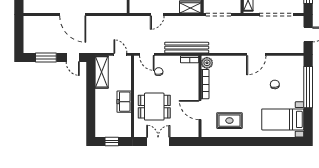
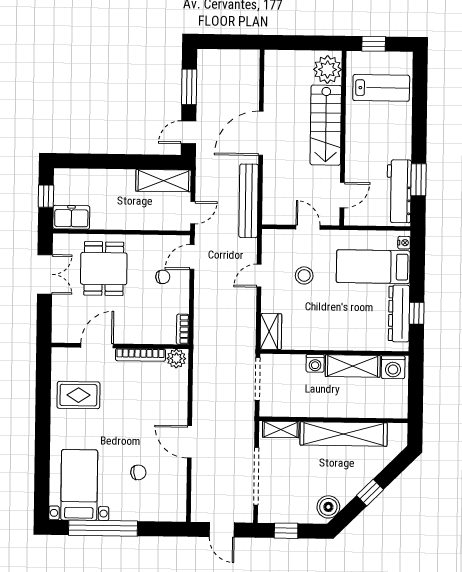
door: (157, 15) -> (259, 276), hinge flipped
bench: (187, 48) -> (249, 201), moved
window: (308, 87) -> (103, 528), moved
freezer: (124, 102) -> (71, 217), moved
rug: (229, 121) -> (78, 395), turned 90

